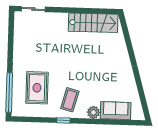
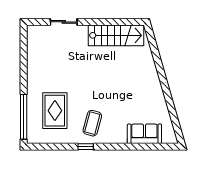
sliding door: (33, 9) -> (64, 22), moved
plant: (93, 112) -> (119, 136), removed

